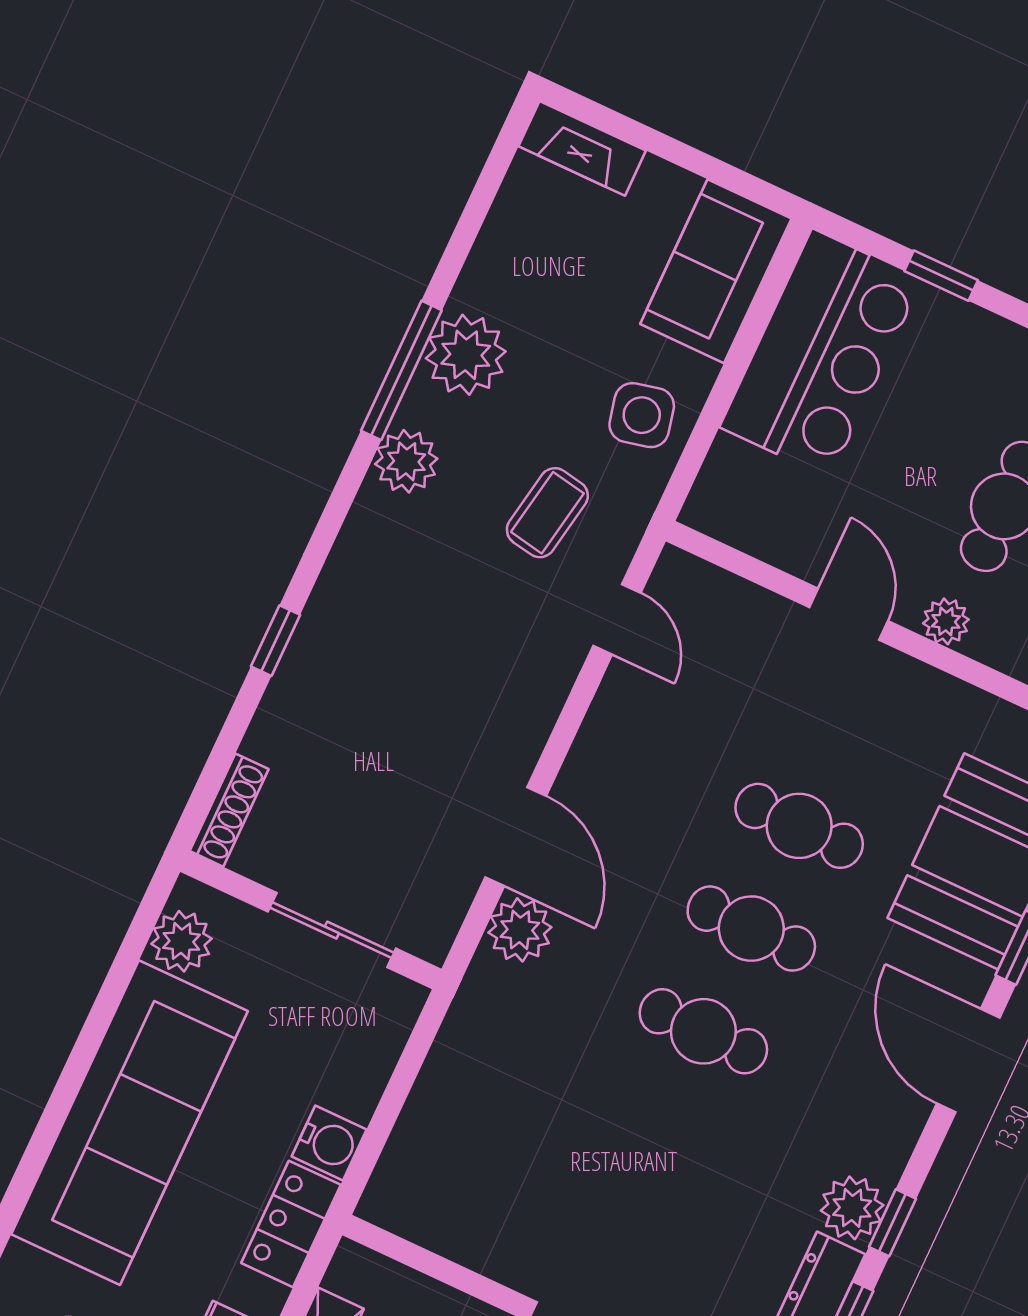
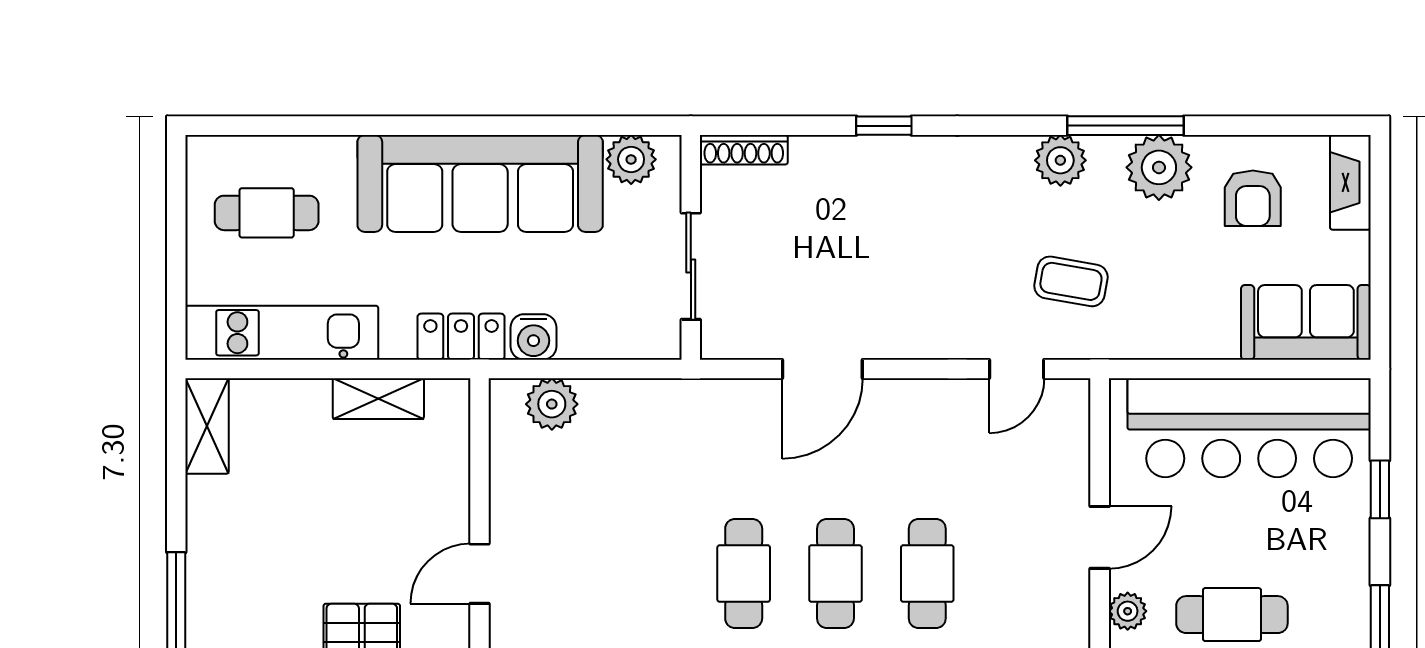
armchair: (549, 266) -> (1253, 198), added
bar counter: (821, 353) -> (1249, 428), width x1.36
side table: (642, 415) -> (1175, 317), removed
plant: (520, 930) -> (552, 404), moved

